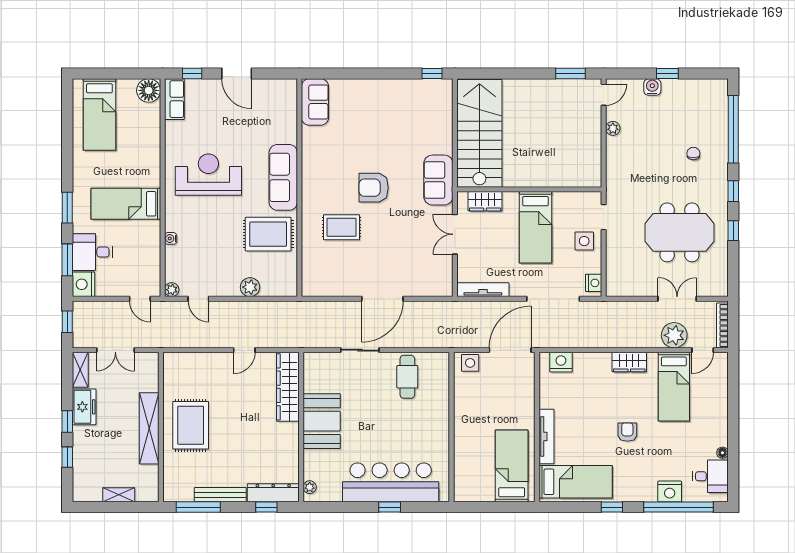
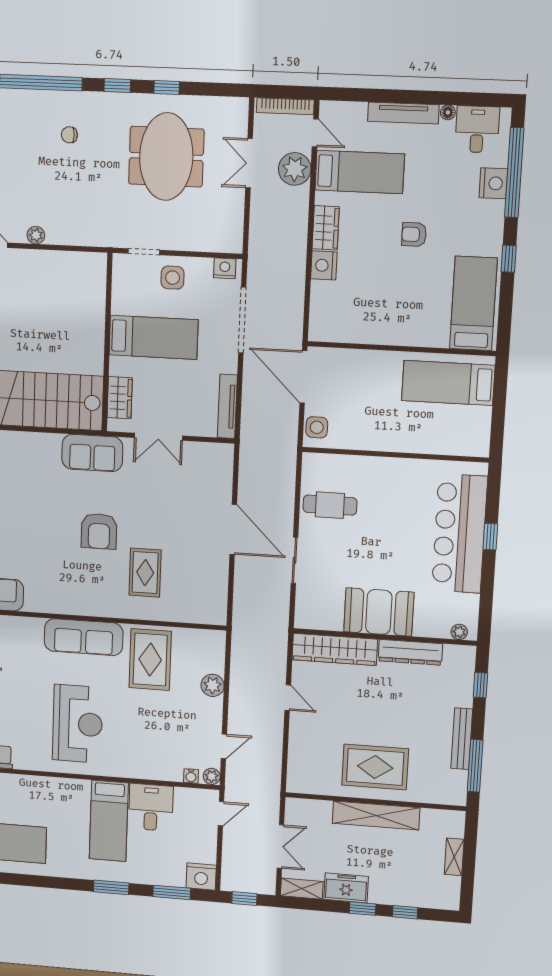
reception desk: (208, 175) -> (78, 724), turned 180
water cooler: (171, 238) -> (191, 776), moved
desk: (92, 252) -> (151, 807), moved, turned 180
nightstand: (561, 362) -> (324, 265), moved
tv unit: (546, 437) -> (403, 113), moved, turned 180
dresser: (273, 493) -> (410, 652), moved, turned -90

